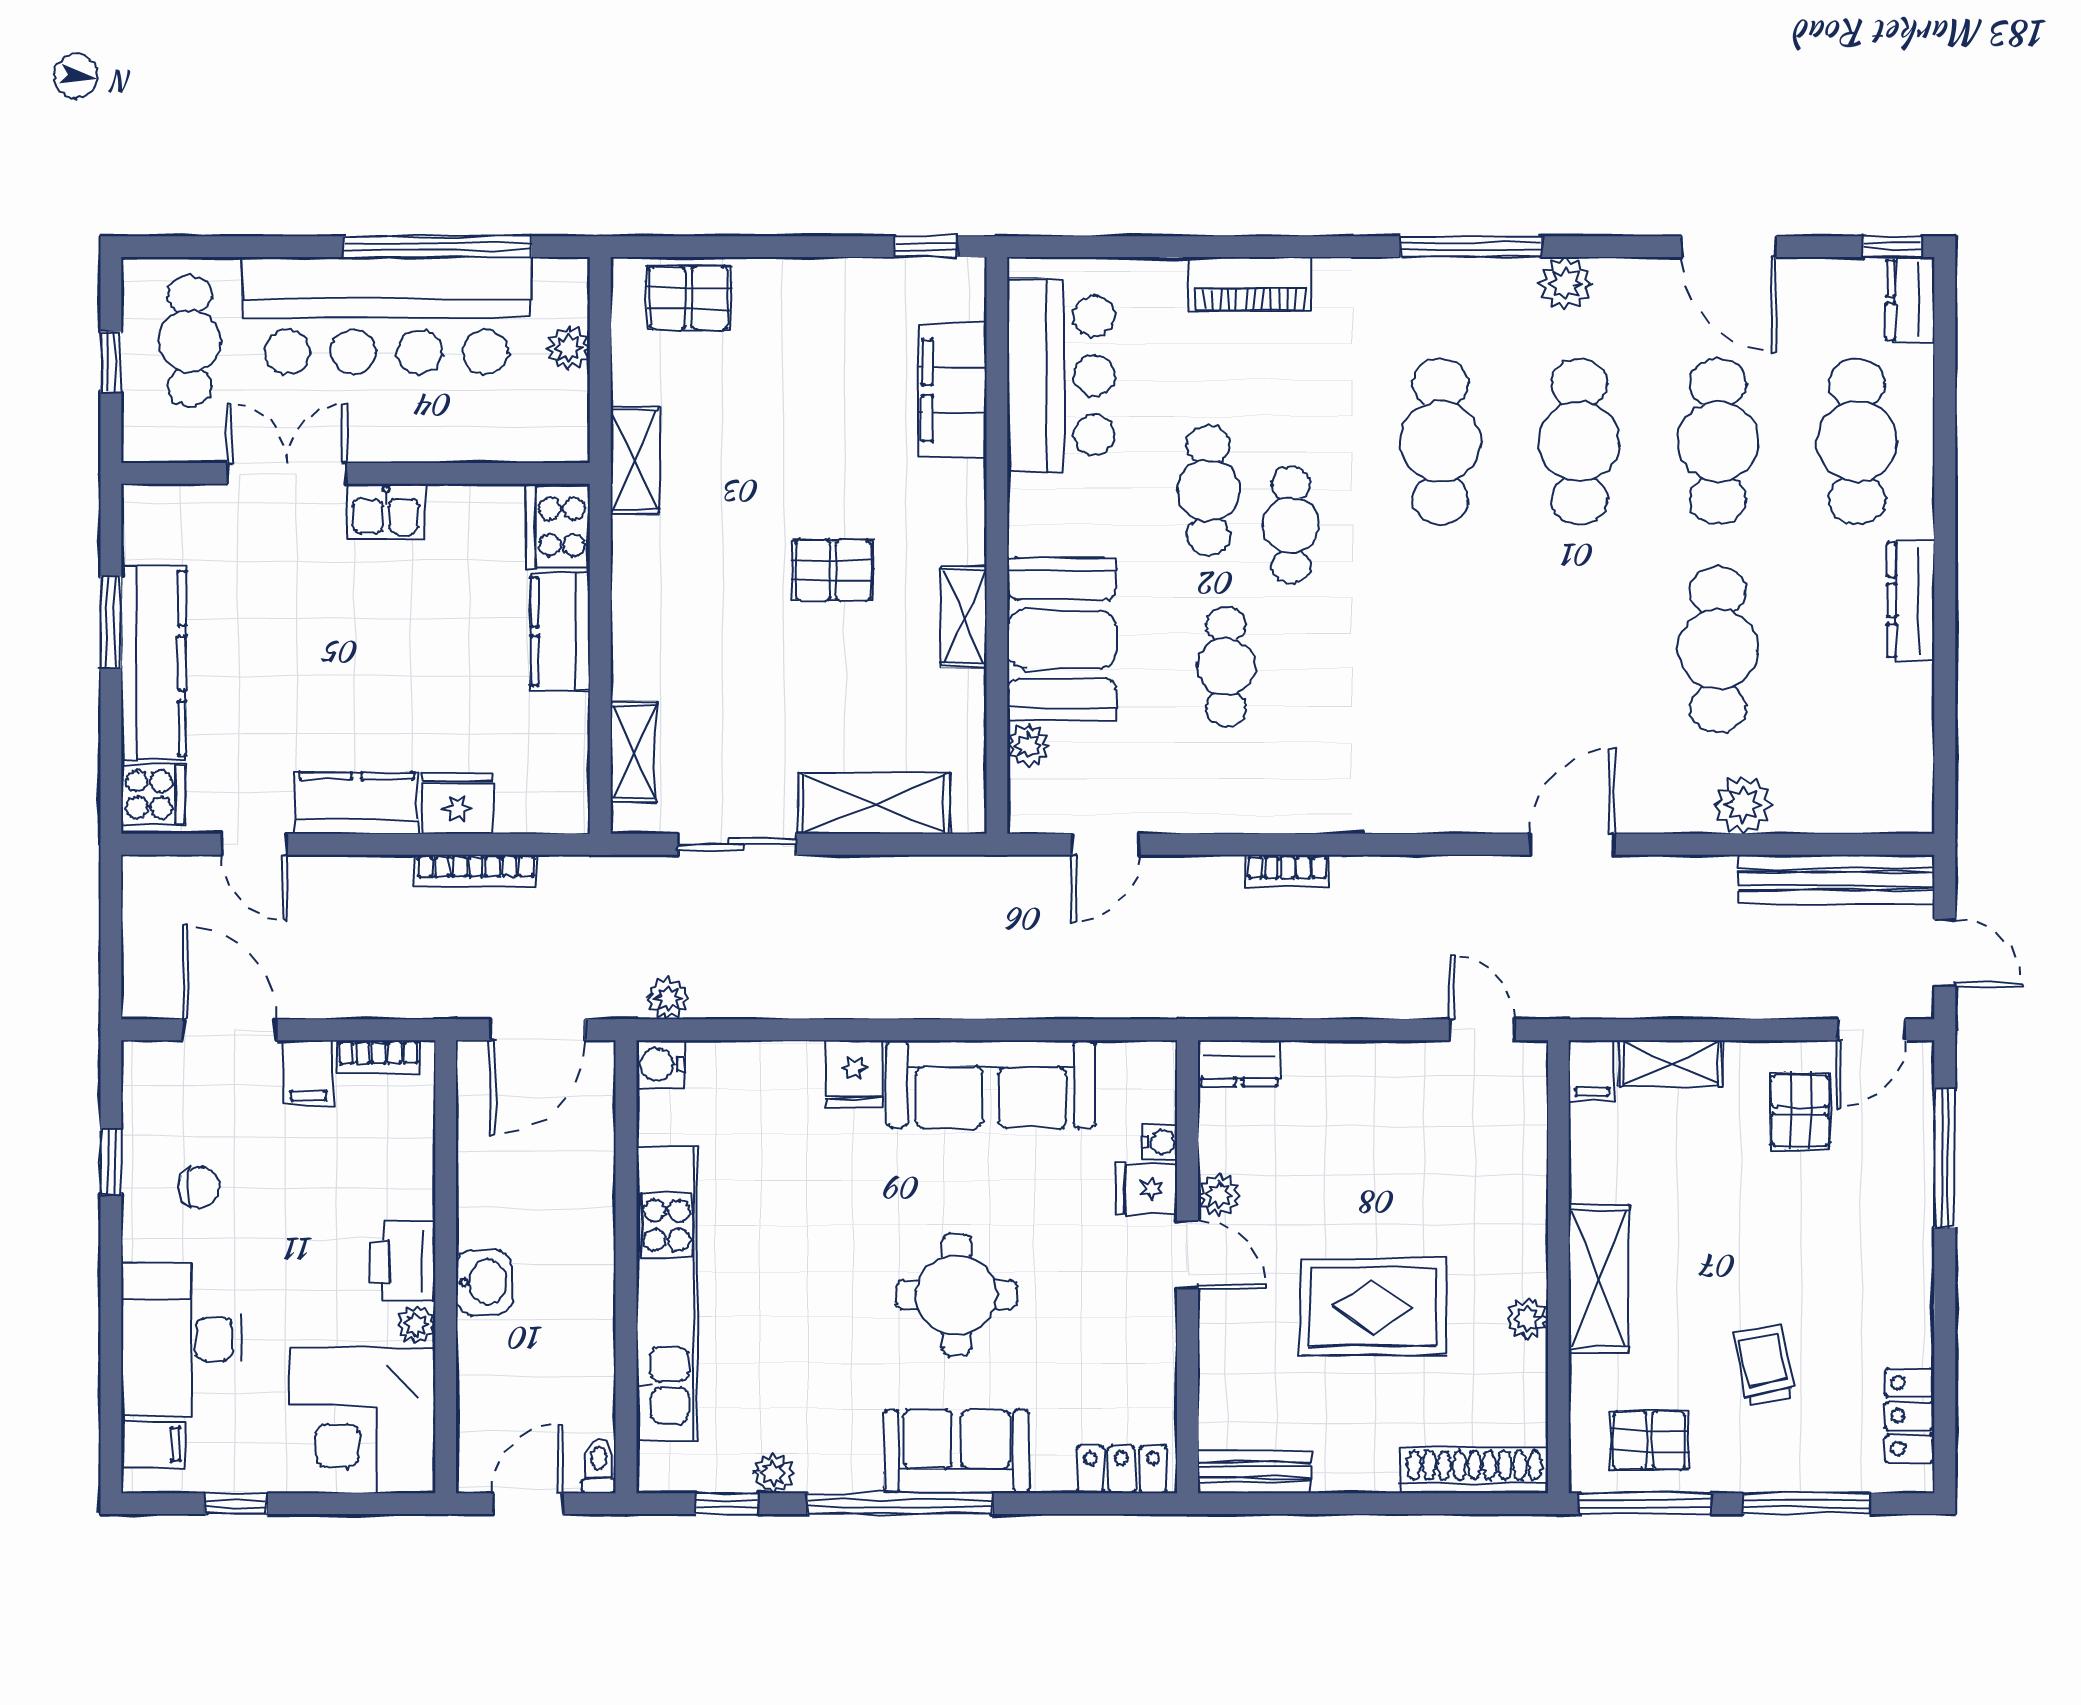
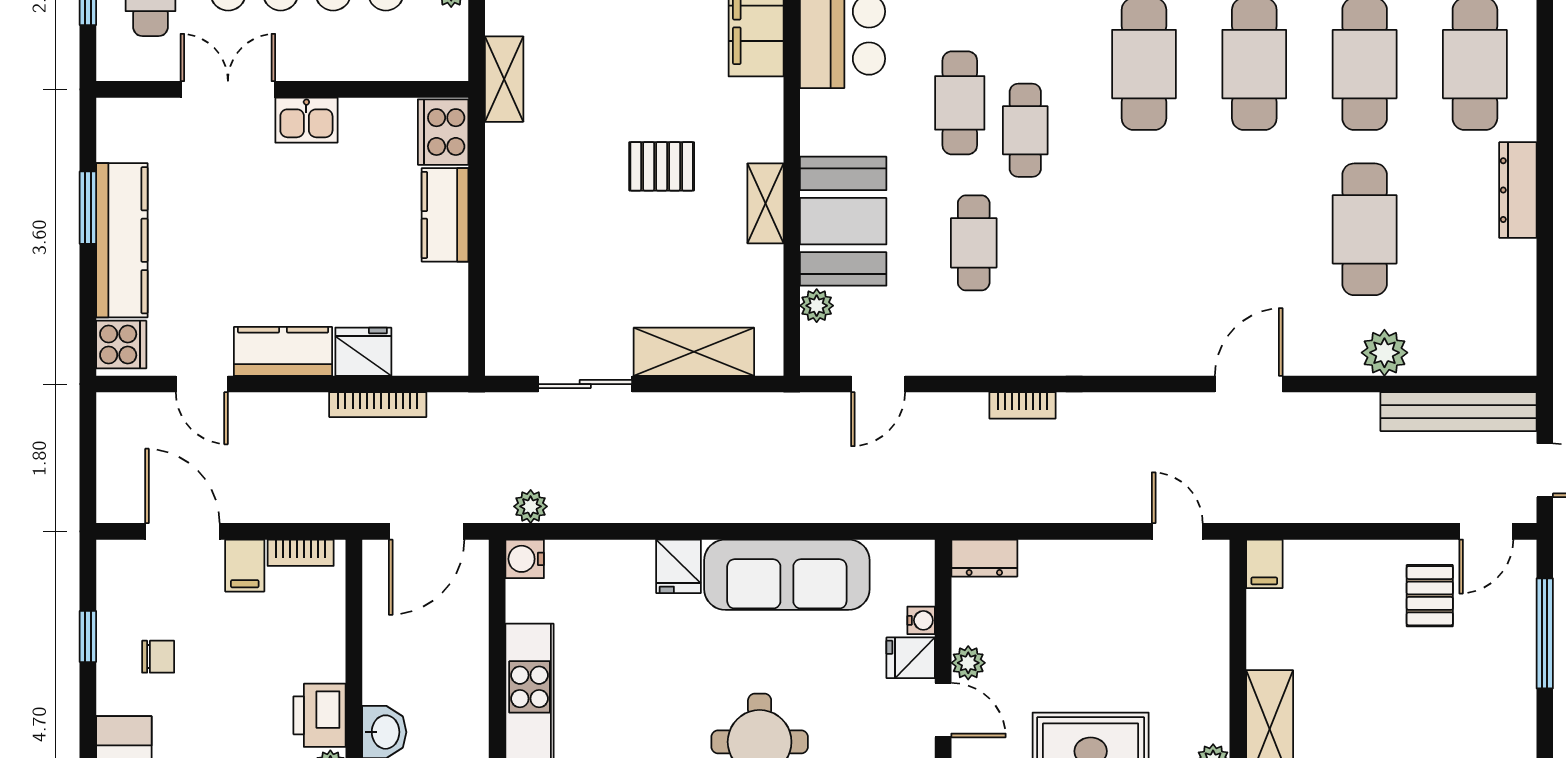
shelving: (633, 752) -> (503, 311), removed
shelving: (1671, 1063) -> (1327, 558), removed

